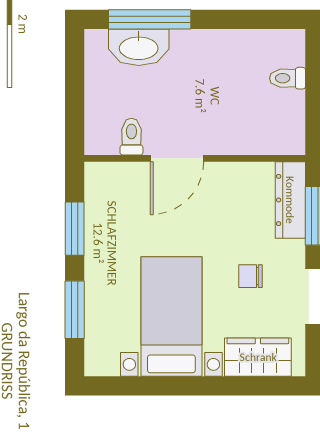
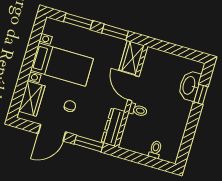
window: (150, 19) -> (201, 94), width x0.46
toilet: (131, 137) -> (138, 110), moved
wardrobe: (116, 180) -> (132, 58), added
dresser: (290, 200) -> (113, 127), moved, turned -90

